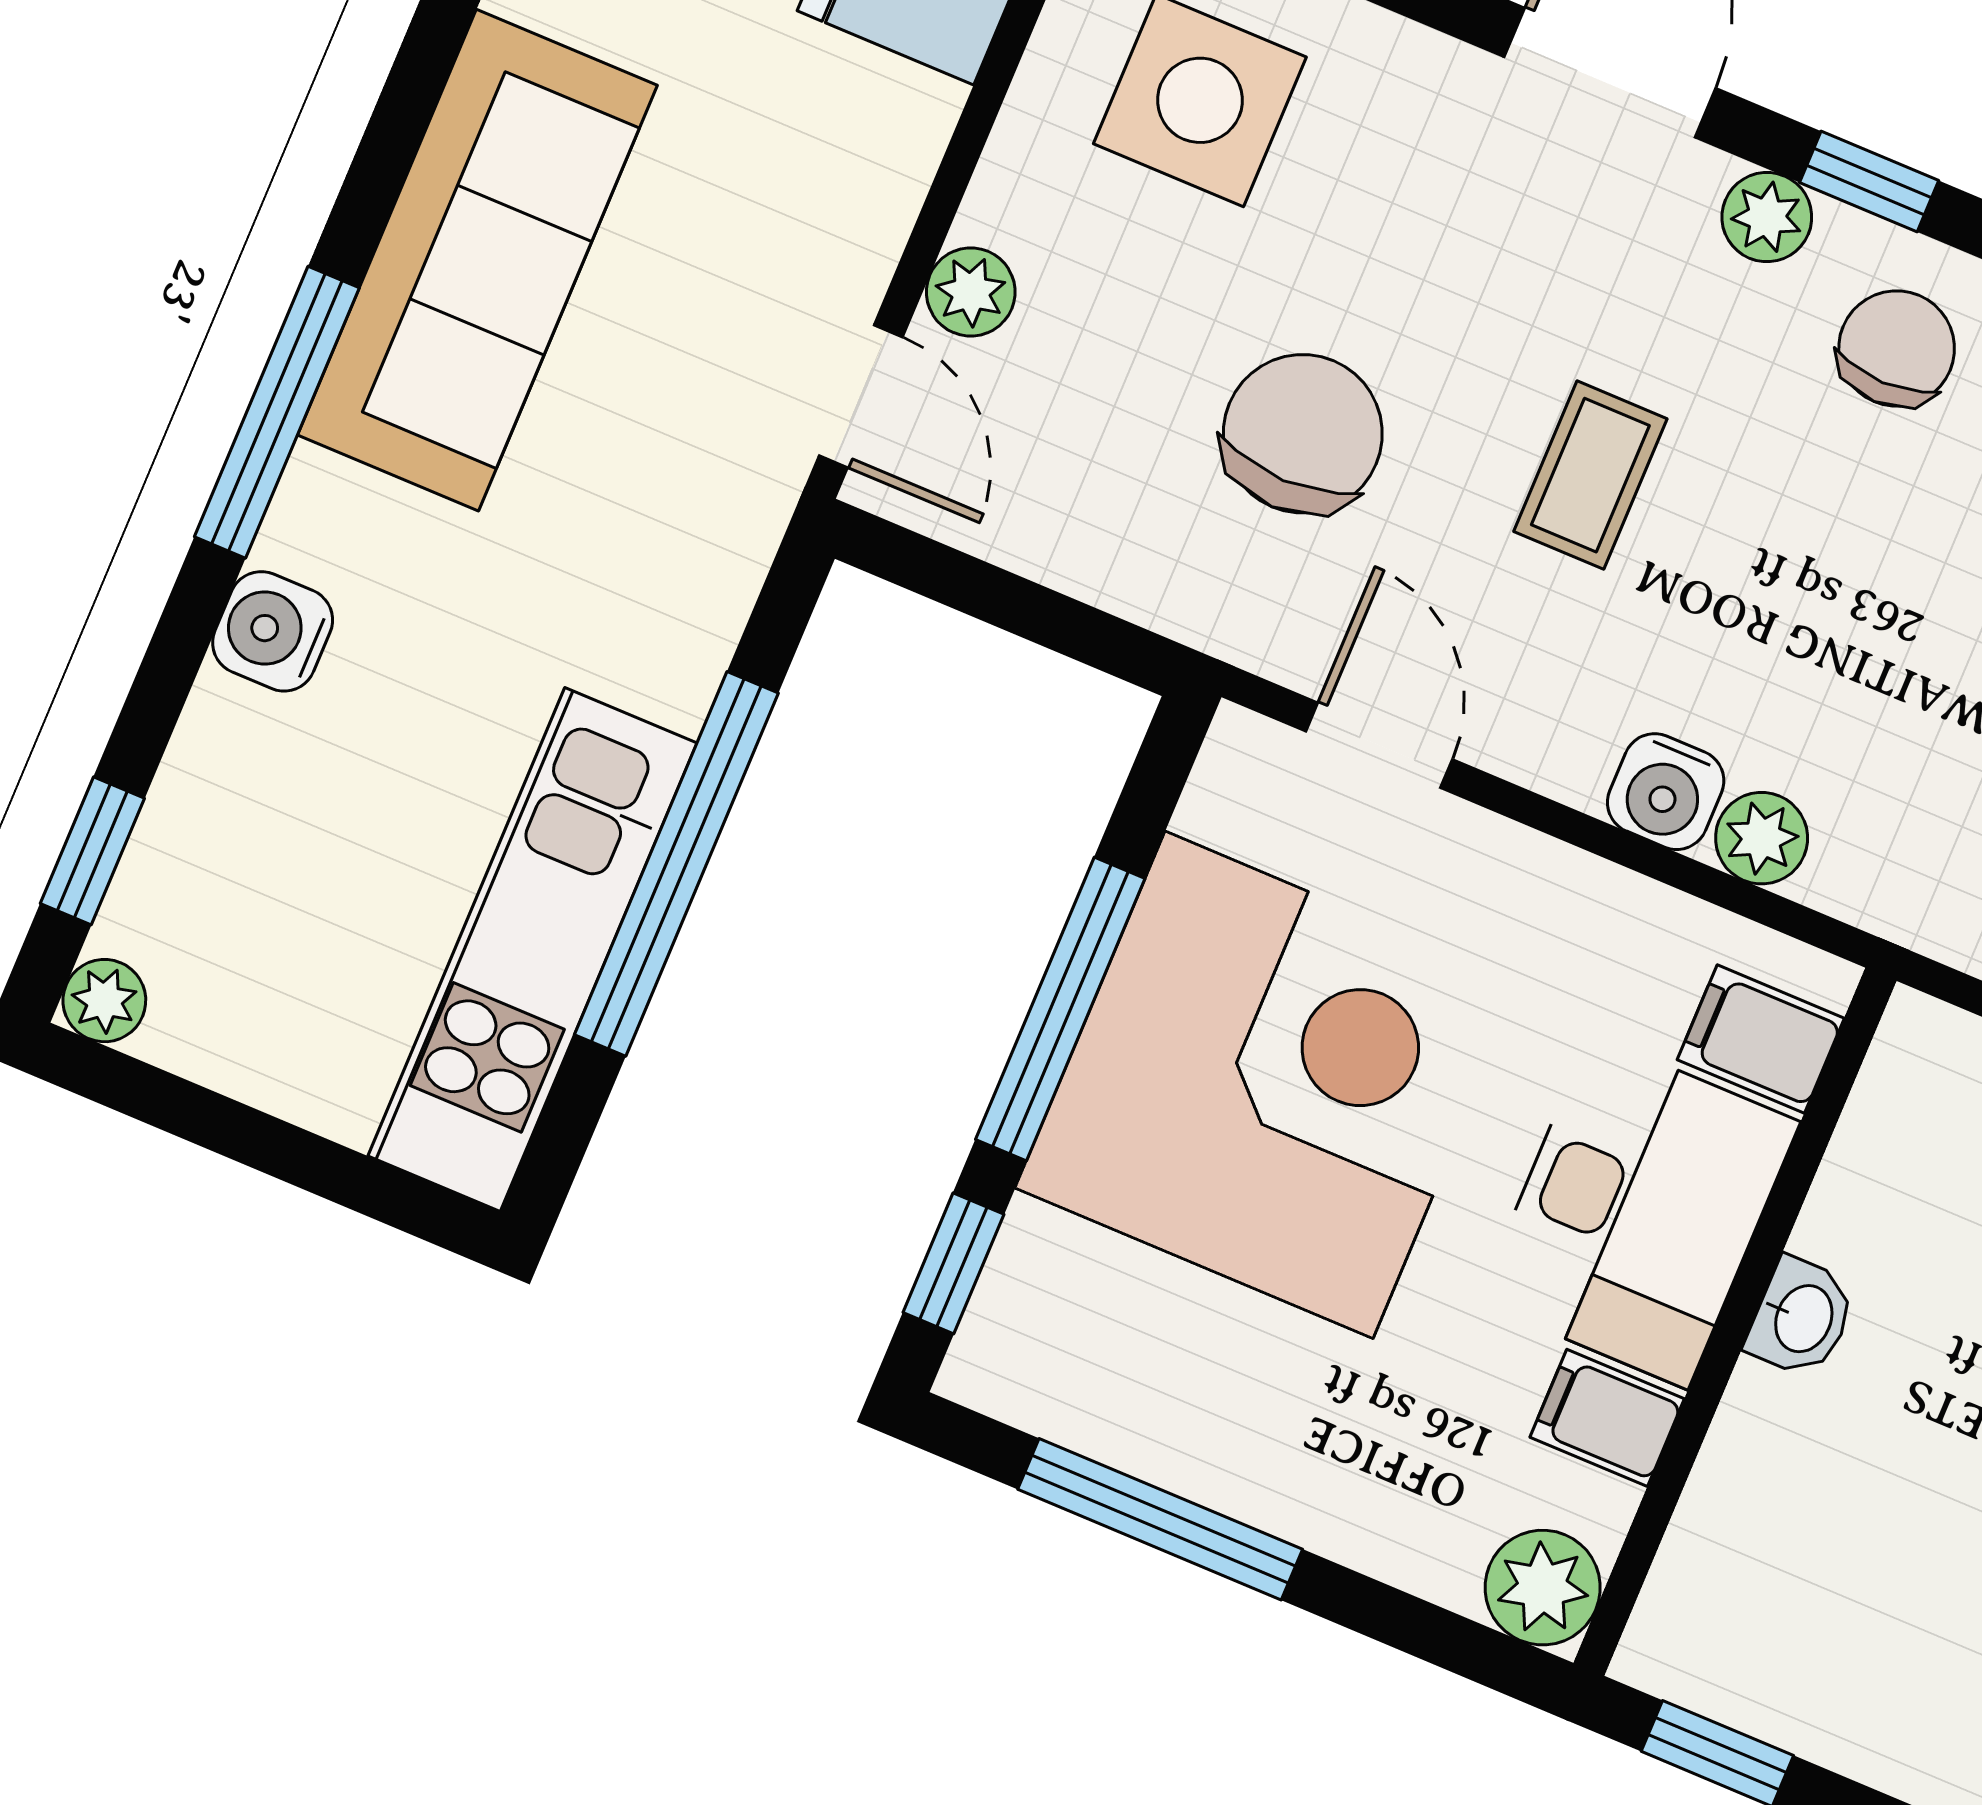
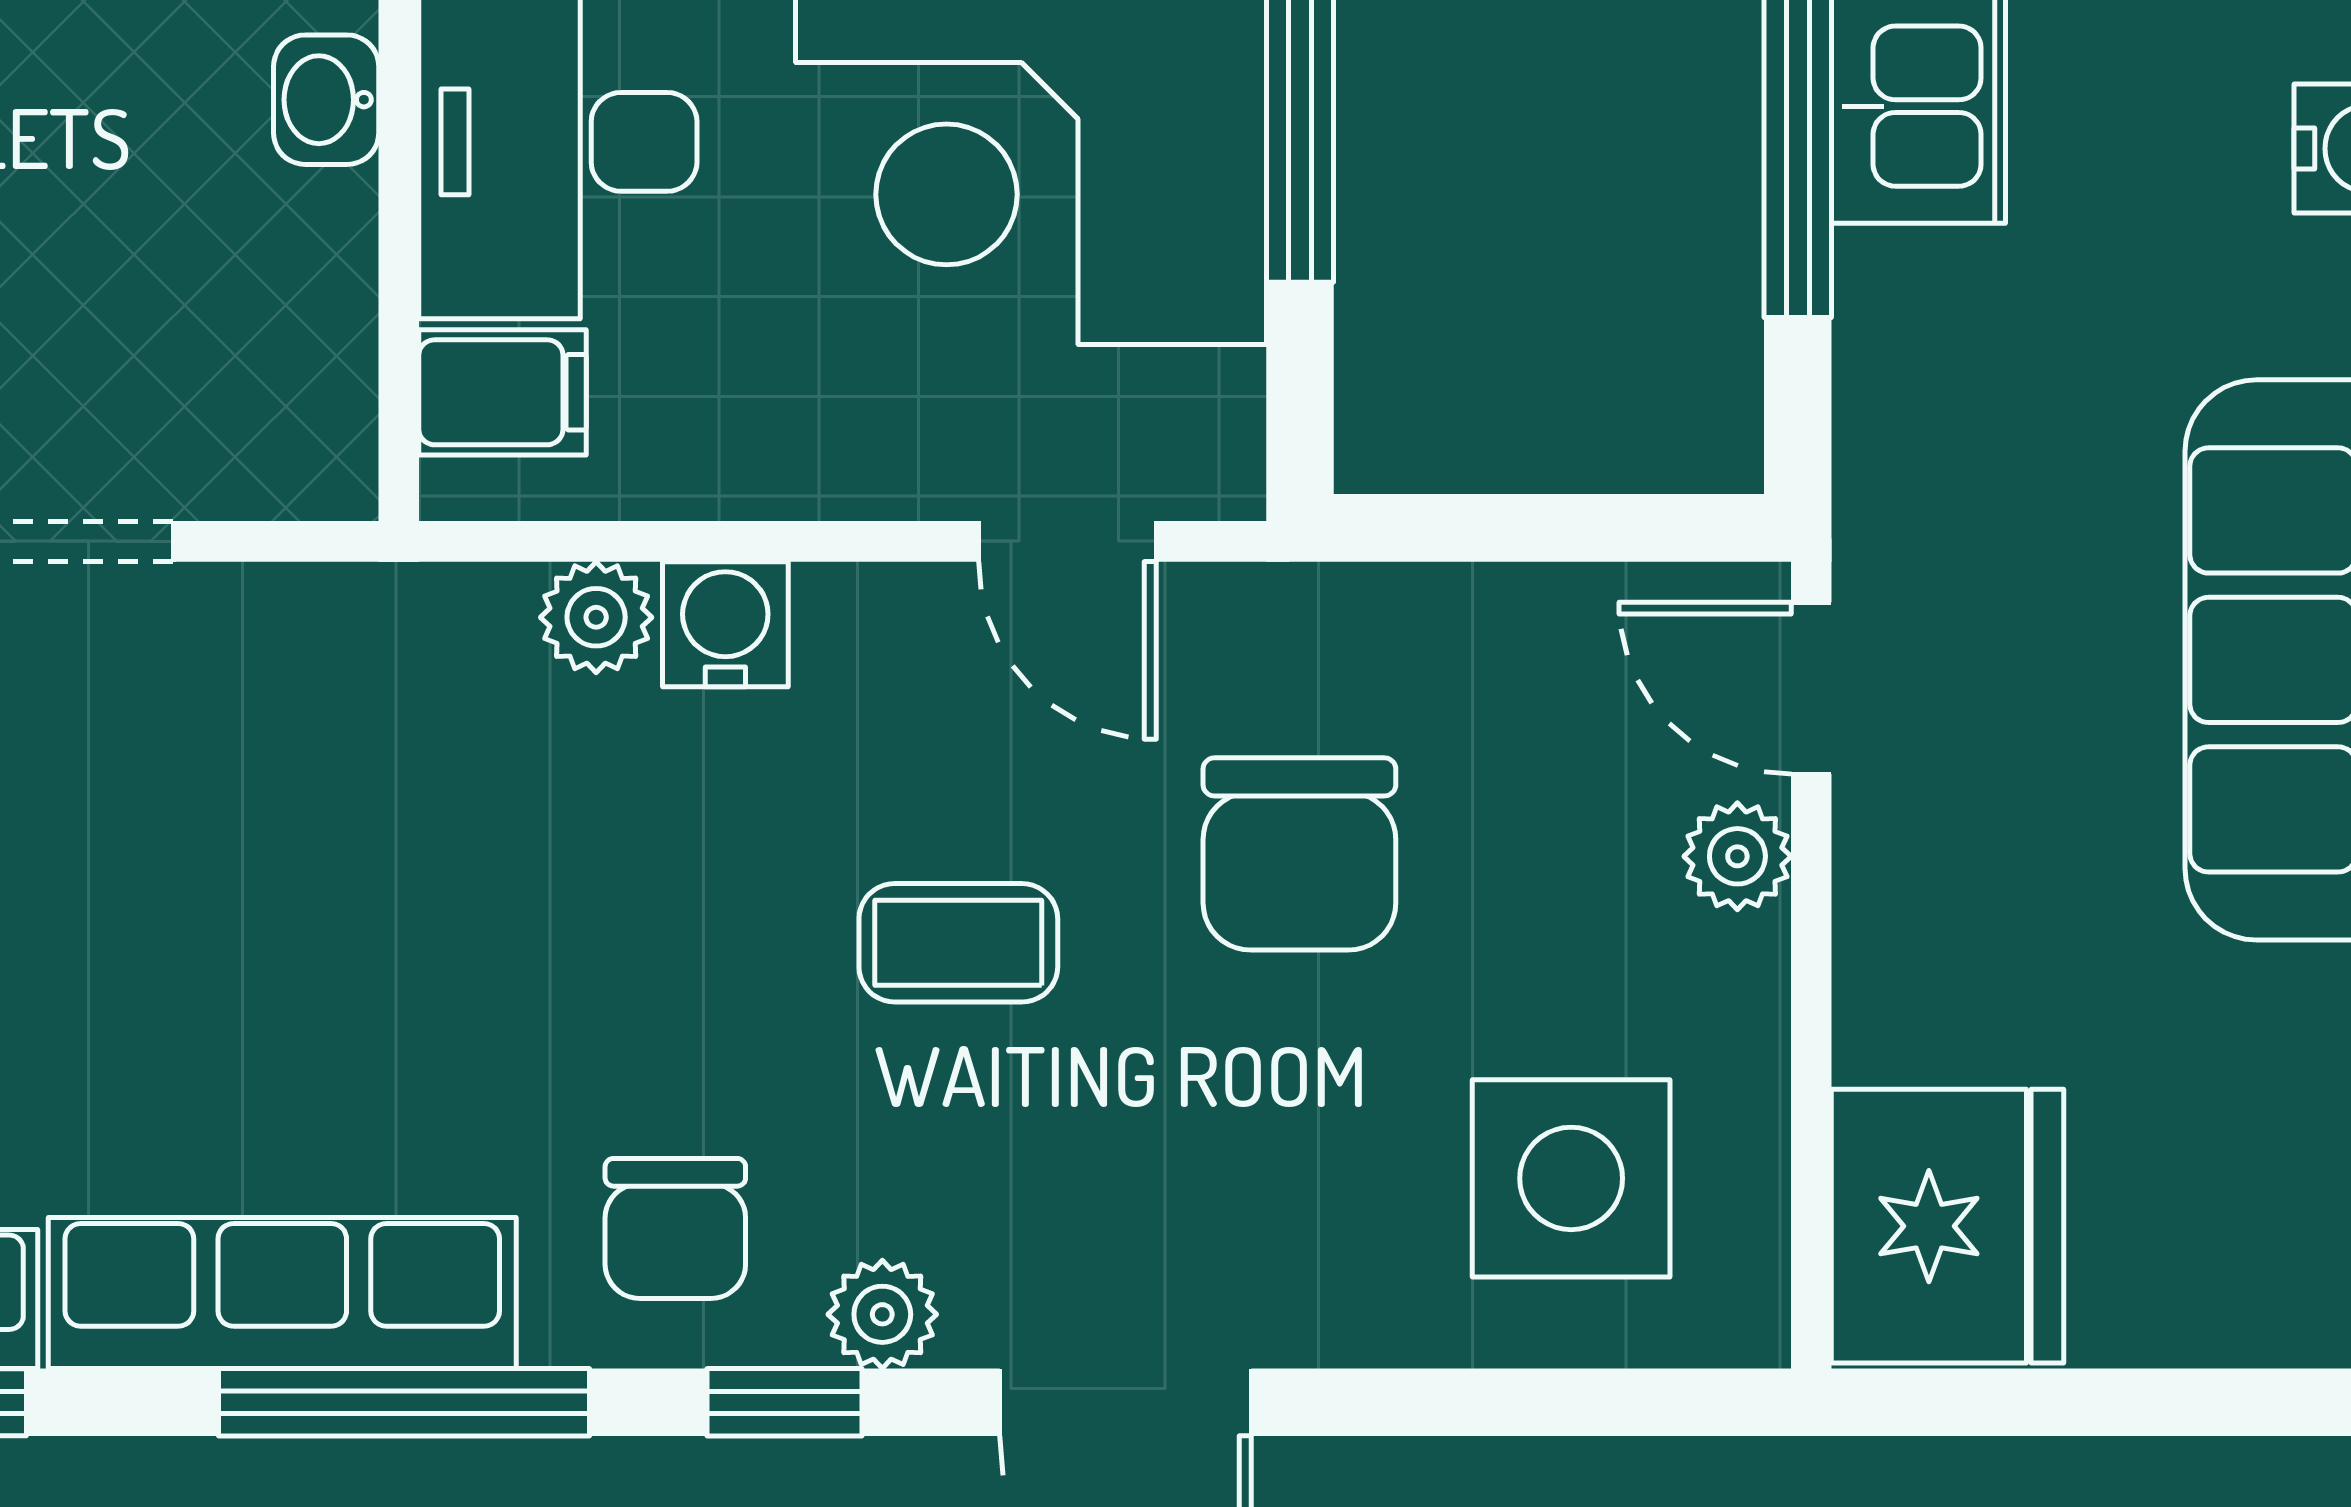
coffee table: (1590, 475) -> (958, 943), turned 90

